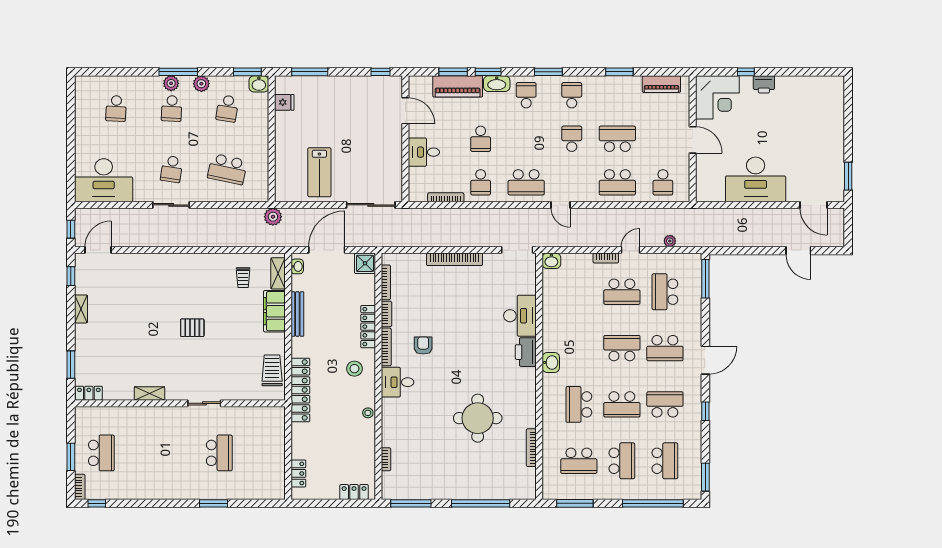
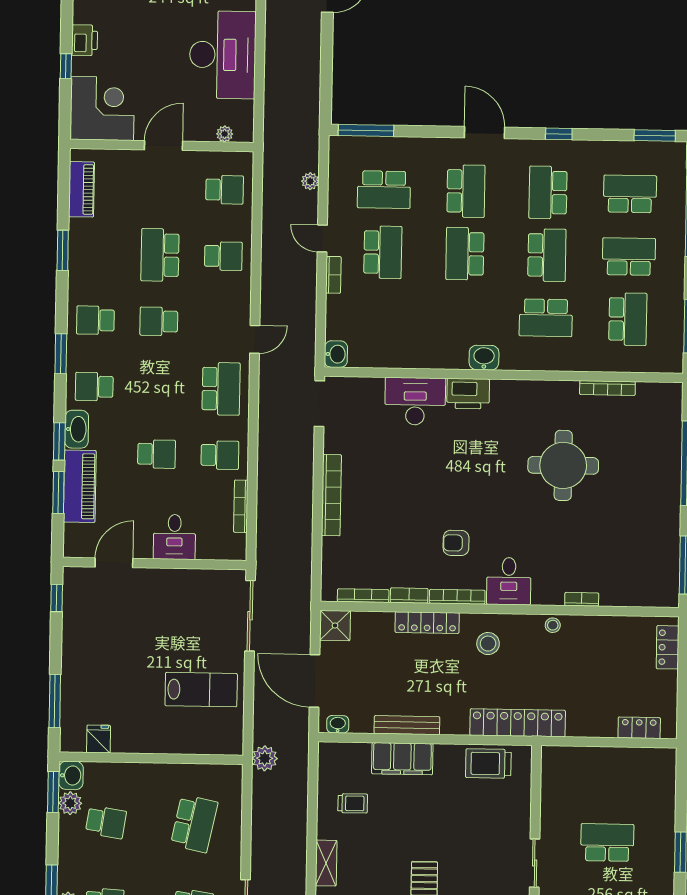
plant: (201, 84) -> (70, 803), moved
school desk: (617, 182) -> (223, 256), width x0.54
plant: (701, 182) -> (225, 134), added
shelving: (278, 273) -> (326, 863), moved, turned 90
bookcase: (386, 459) -> (582, 599), moved

